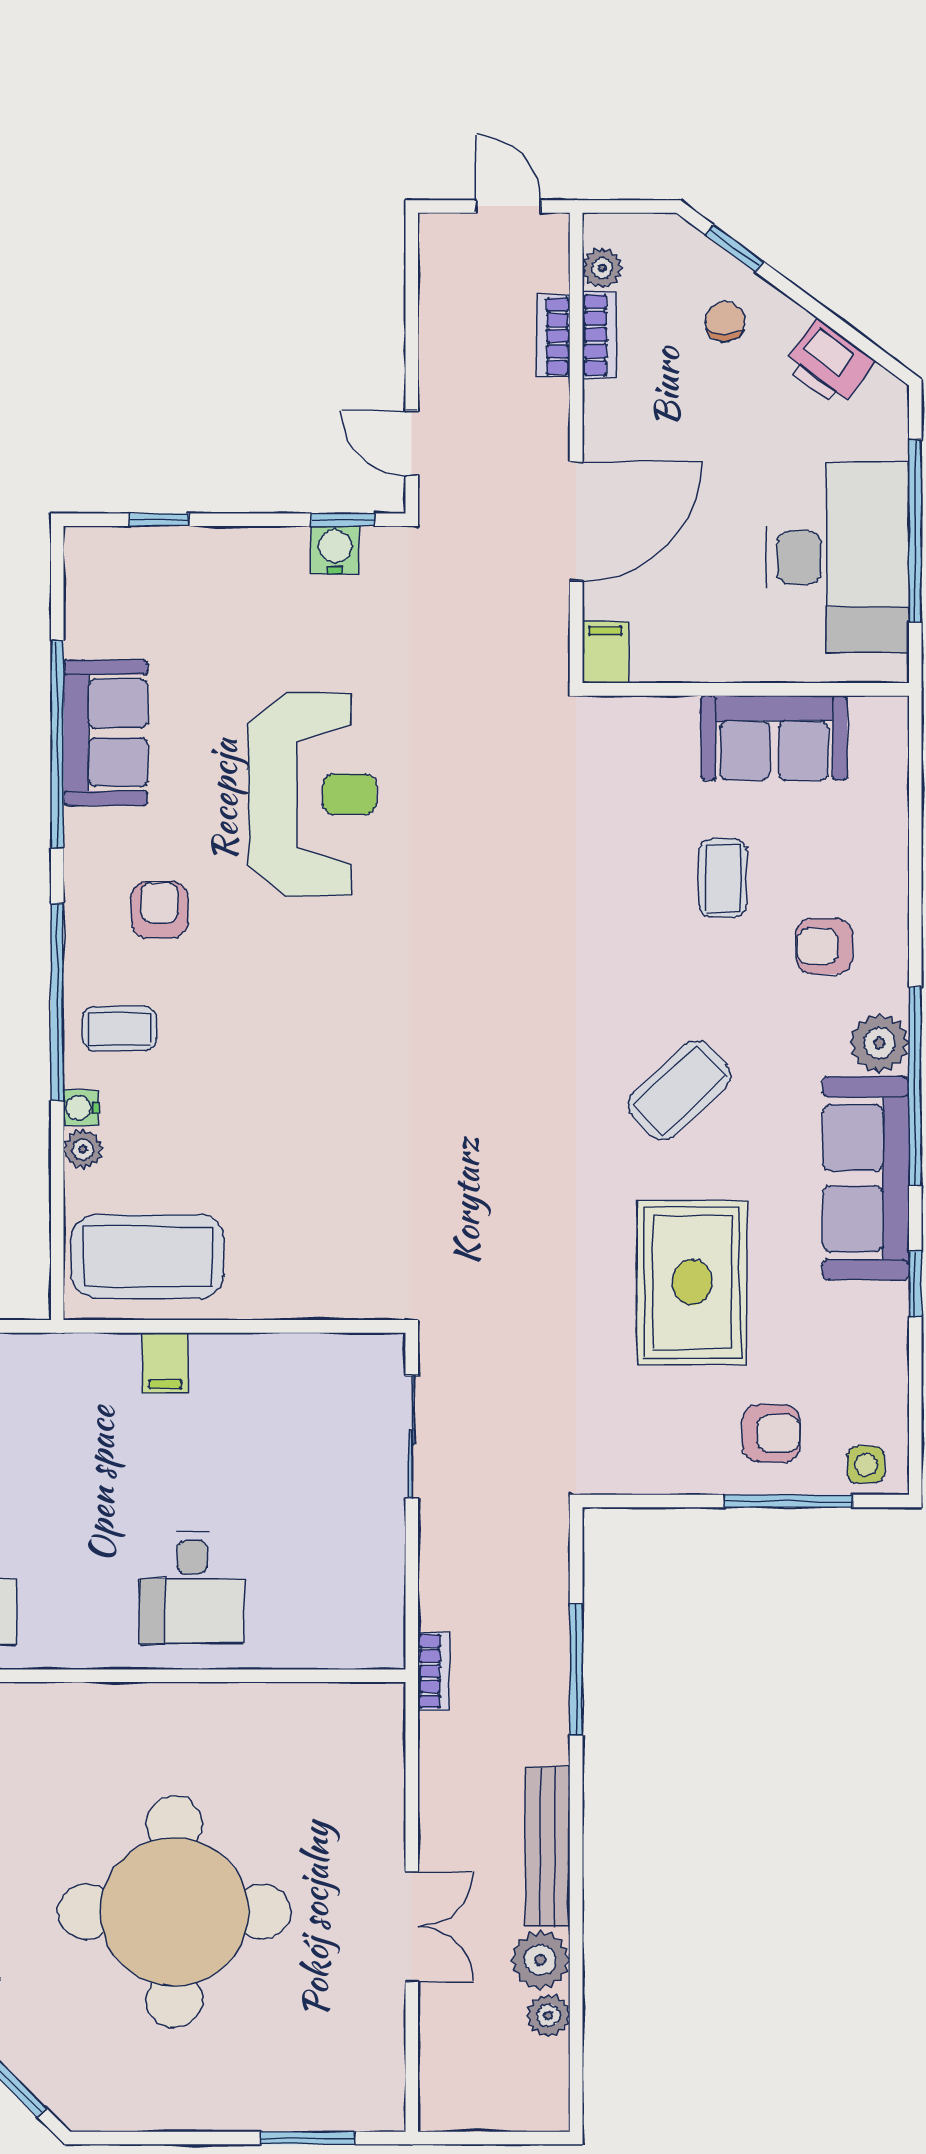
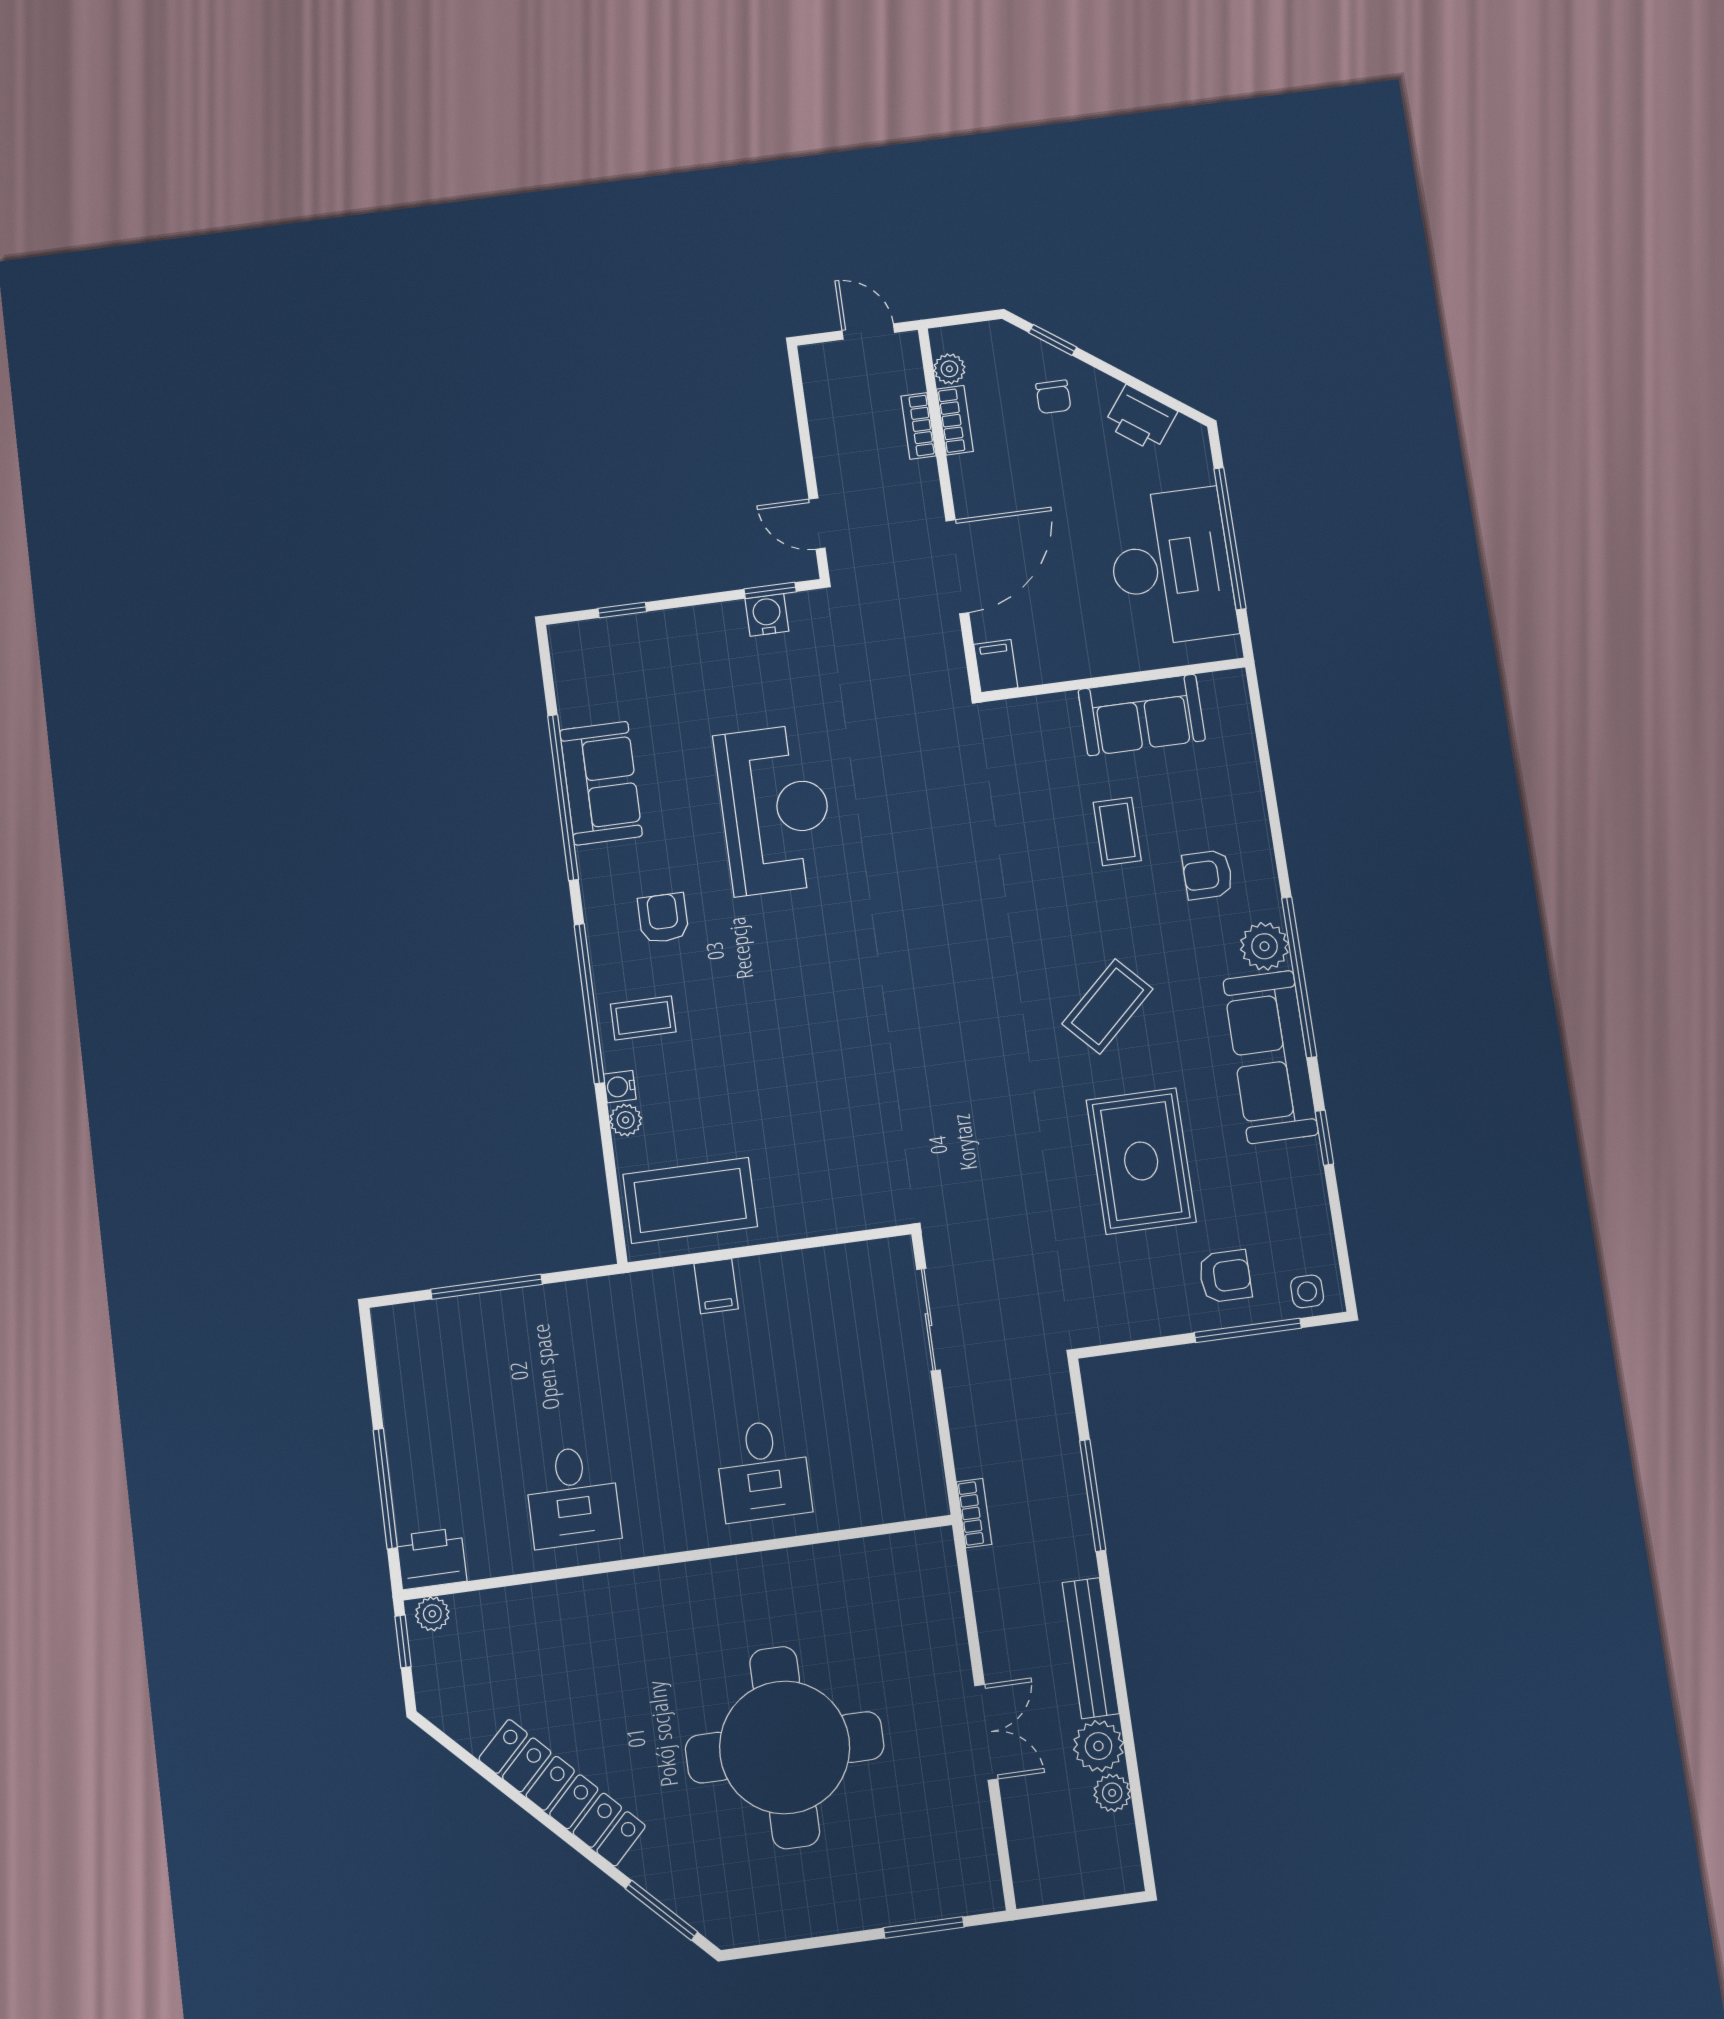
chair: (725, 322) -> (1053, 397), turned 180

